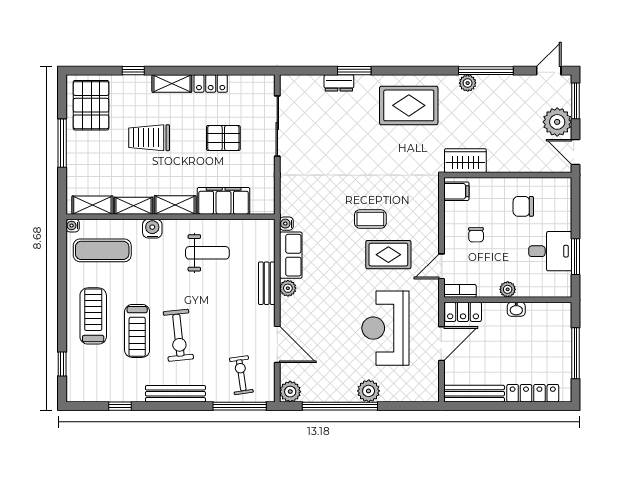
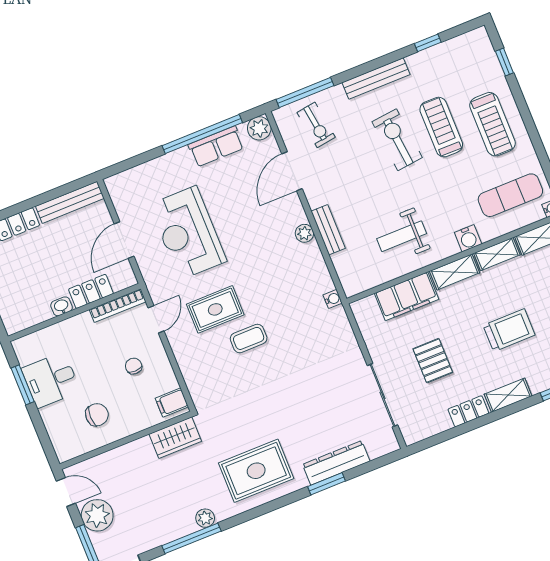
dresser: (339, 83) -> (336, 463), width x1.96, depth x1.24
pallet: (223, 138) -> (433, 361), turned 90
row of seats: (291, 255) -> (216, 146), moved, turned -90
plant: (508, 289) -> (79, 323), removed
bookcase: (460, 291) -> (118, 306), width x1.56
locker: (463, 312) -> (91, 291), moved
reception desk: (385, 328) -> (188, 233), turned 180
door: (277, 344) -> (292, 171), hinge flipped
plant: (369, 391) -> (179, 161), removed

